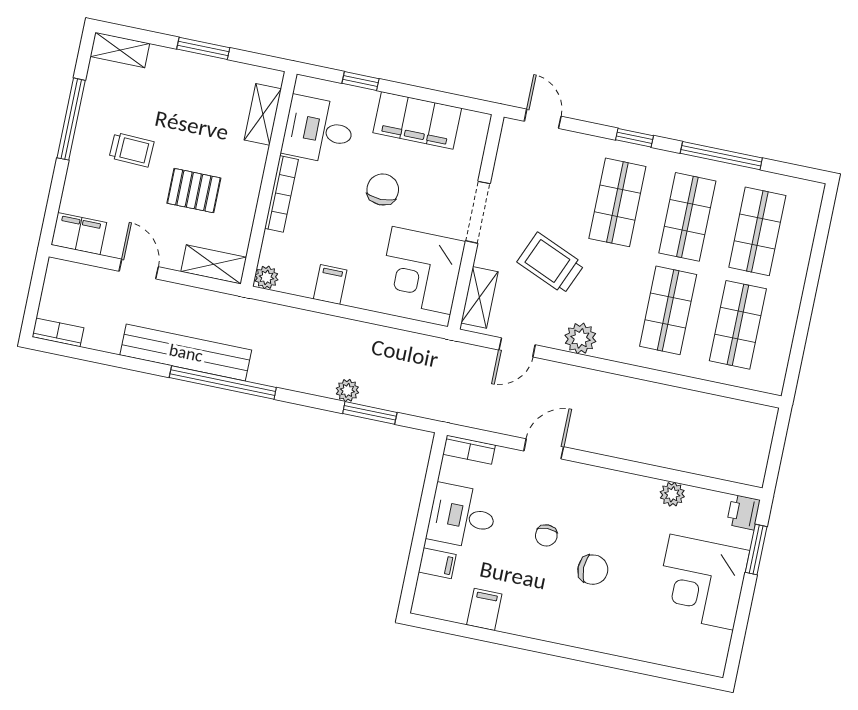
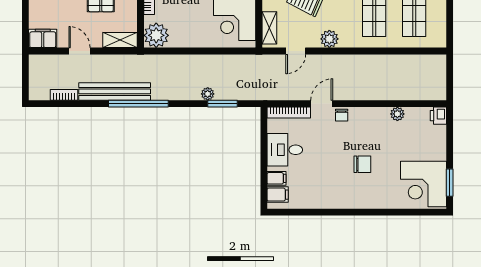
plant: (266, 277) -> (156, 35), width x1.88, depth x1.88
filing cabinet: (330, 284) -> (186, 38), removed
bookcase: (58, 332) -> (64, 95), moved
bookcase: (469, 450) -> (289, 112), width x1.56
chair: (546, 535) -> (342, 115), moved
window: (756, 550) -> (450, 183), moved
corner desk: (702, 582) -> (423, 184), moved
filing cabinet: (484, 609) -> (278, 195), moved, turned 90

